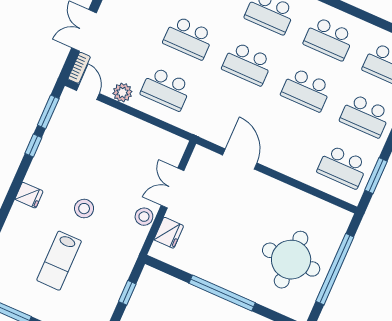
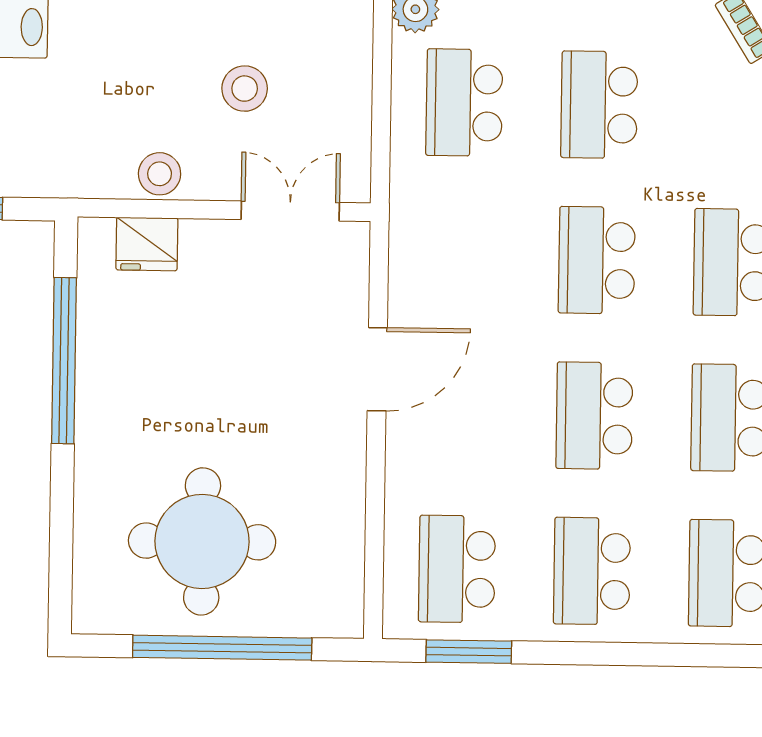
door: (240, 159) -> (377, 369), moved
double door: (172, 188) -> (290, 211), moved
stool: (84, 209) -> (245, 89), moved
window: (222, 293) -> (64, 361), moved

